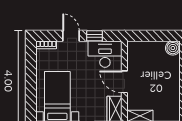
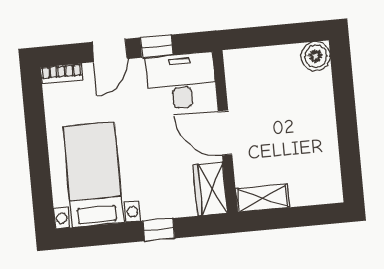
door: (71, 36) -> (110, 50), swing flipped

